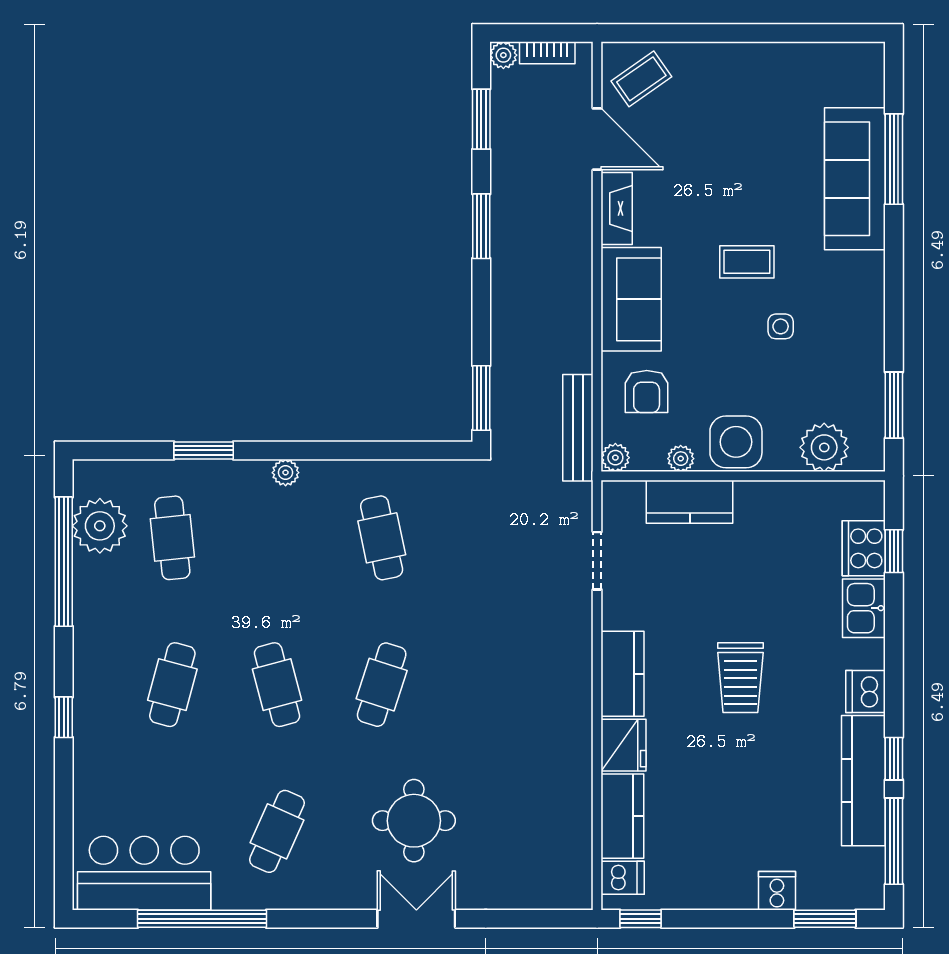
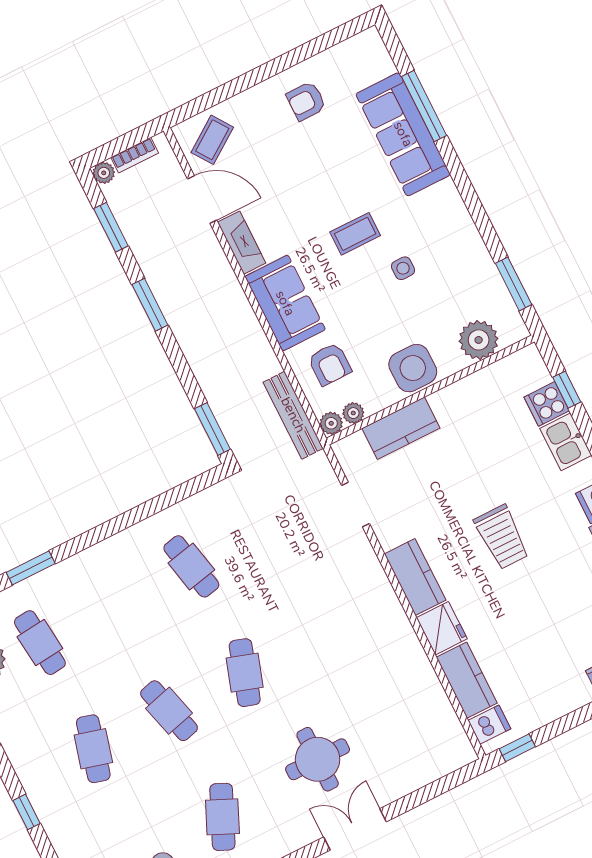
armchair: (766, 88) -> (306, 101), added
plant: (681, 459) -> (353, 413), moved
plant: (286, 473) -> (98, 554), removed
cooker: (864, 548) -> (547, 404), width x0.73

